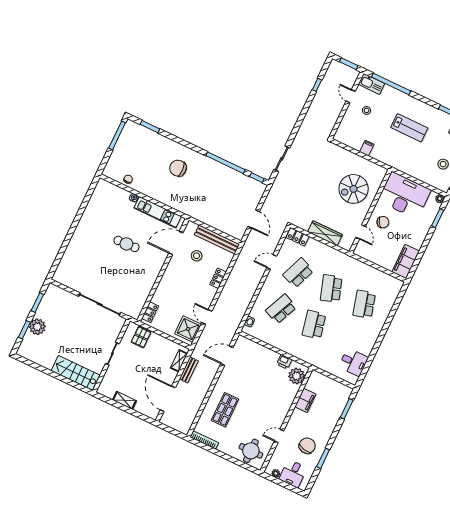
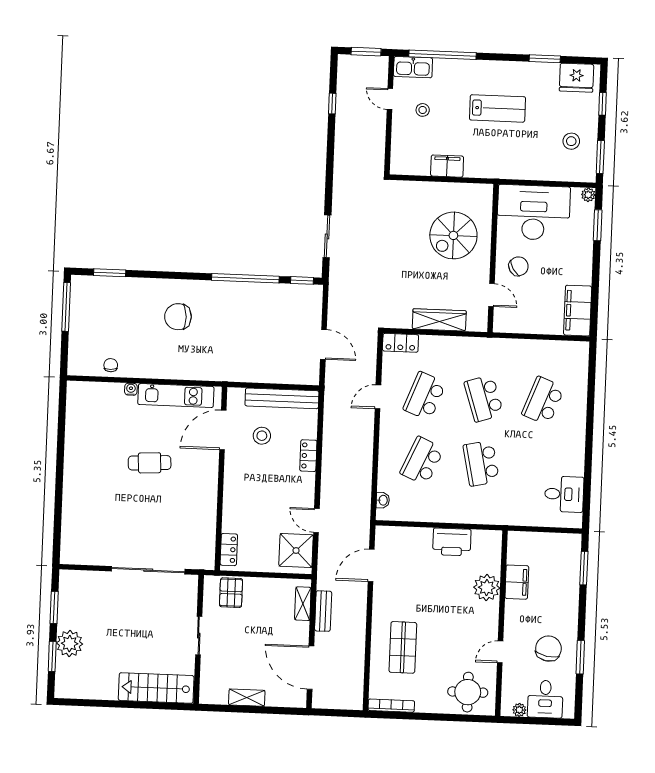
filing cabinet: (367, 148) -> (447, 166), width x2.00
school desk: (364, 304) -> (543, 401), turned 36
printer: (284, 362) -> (452, 542), width x1.87, depth x1.48
plant: (297, 376) -> (487, 588), moved

